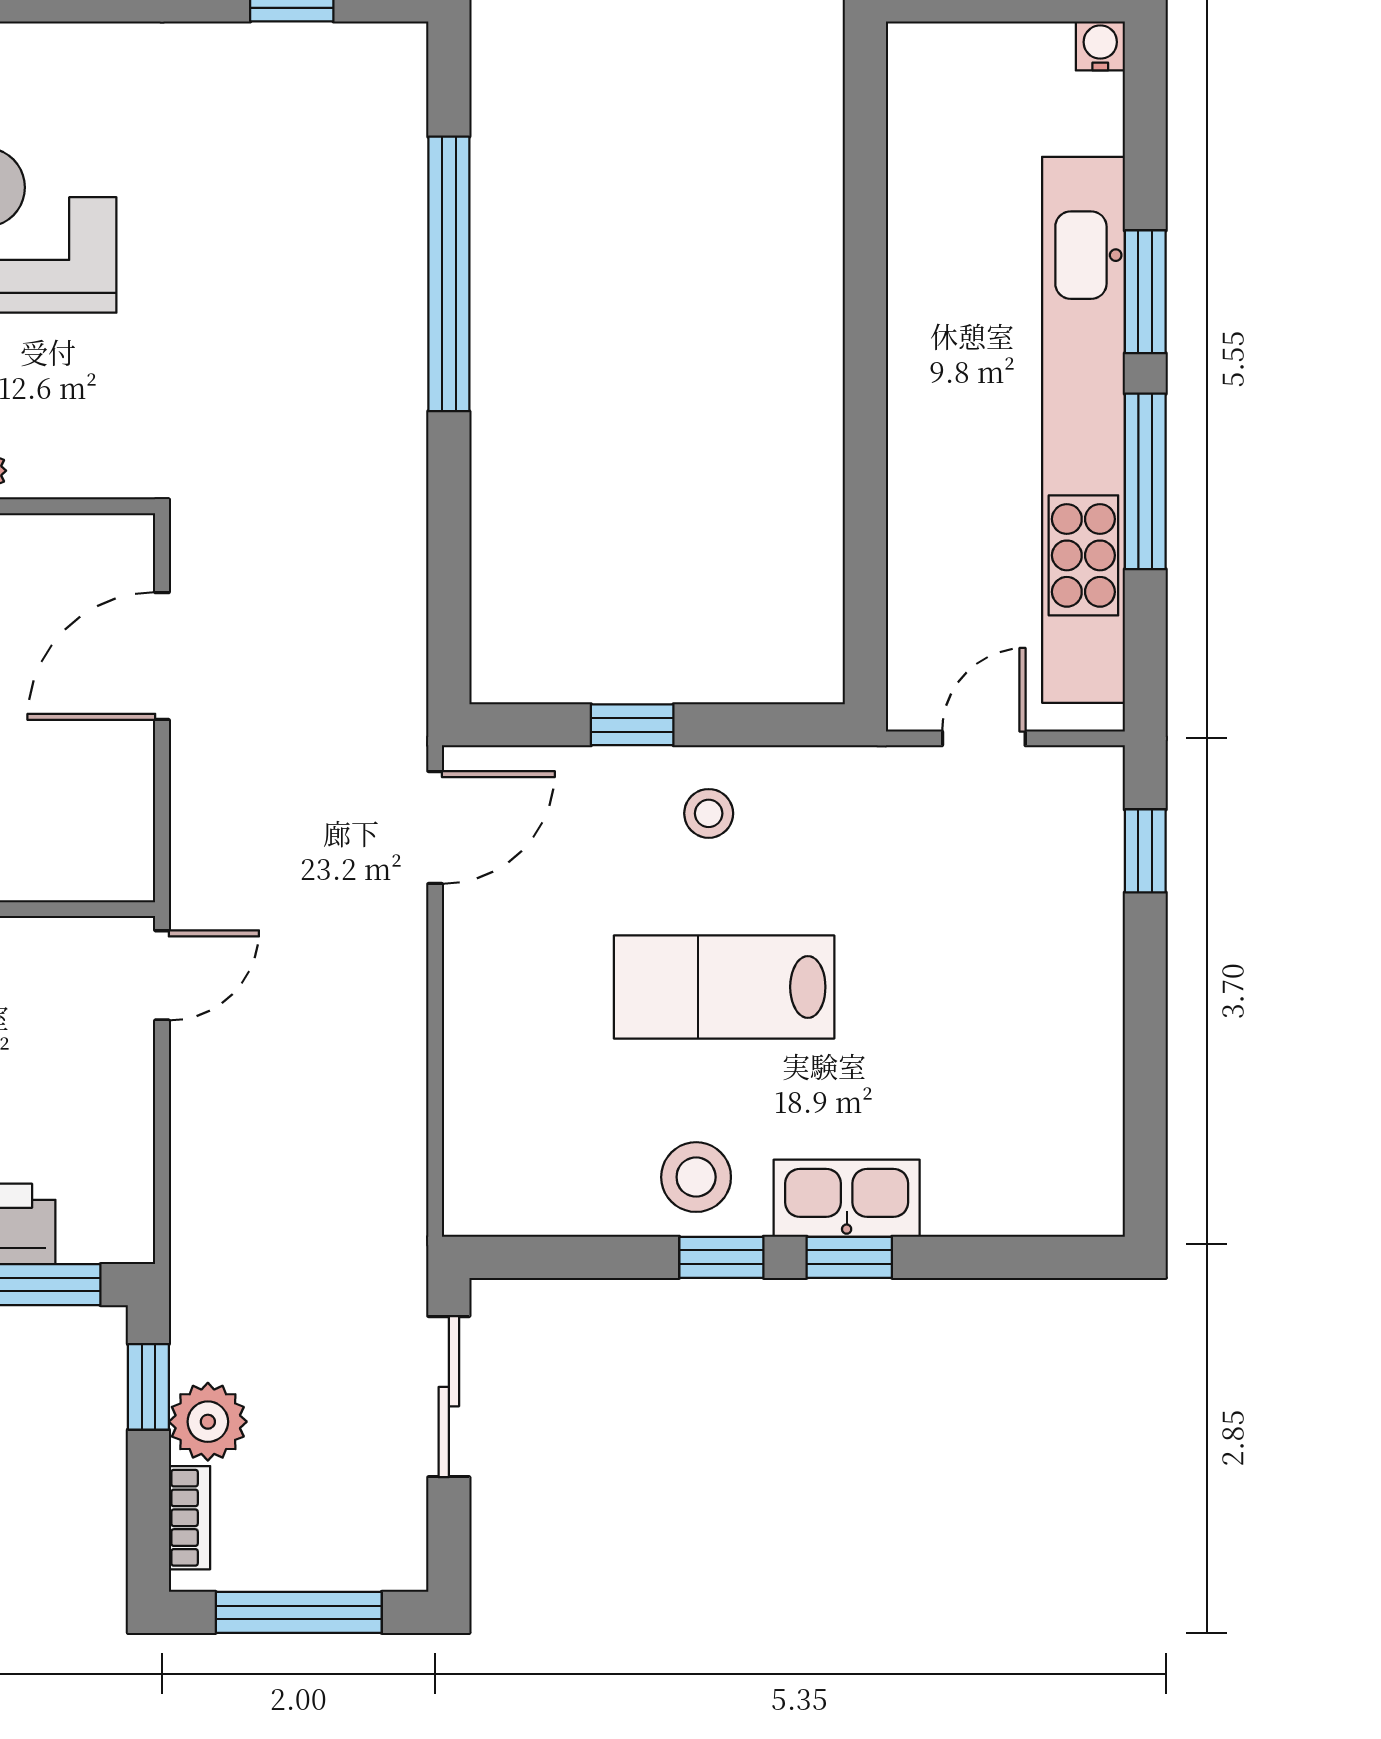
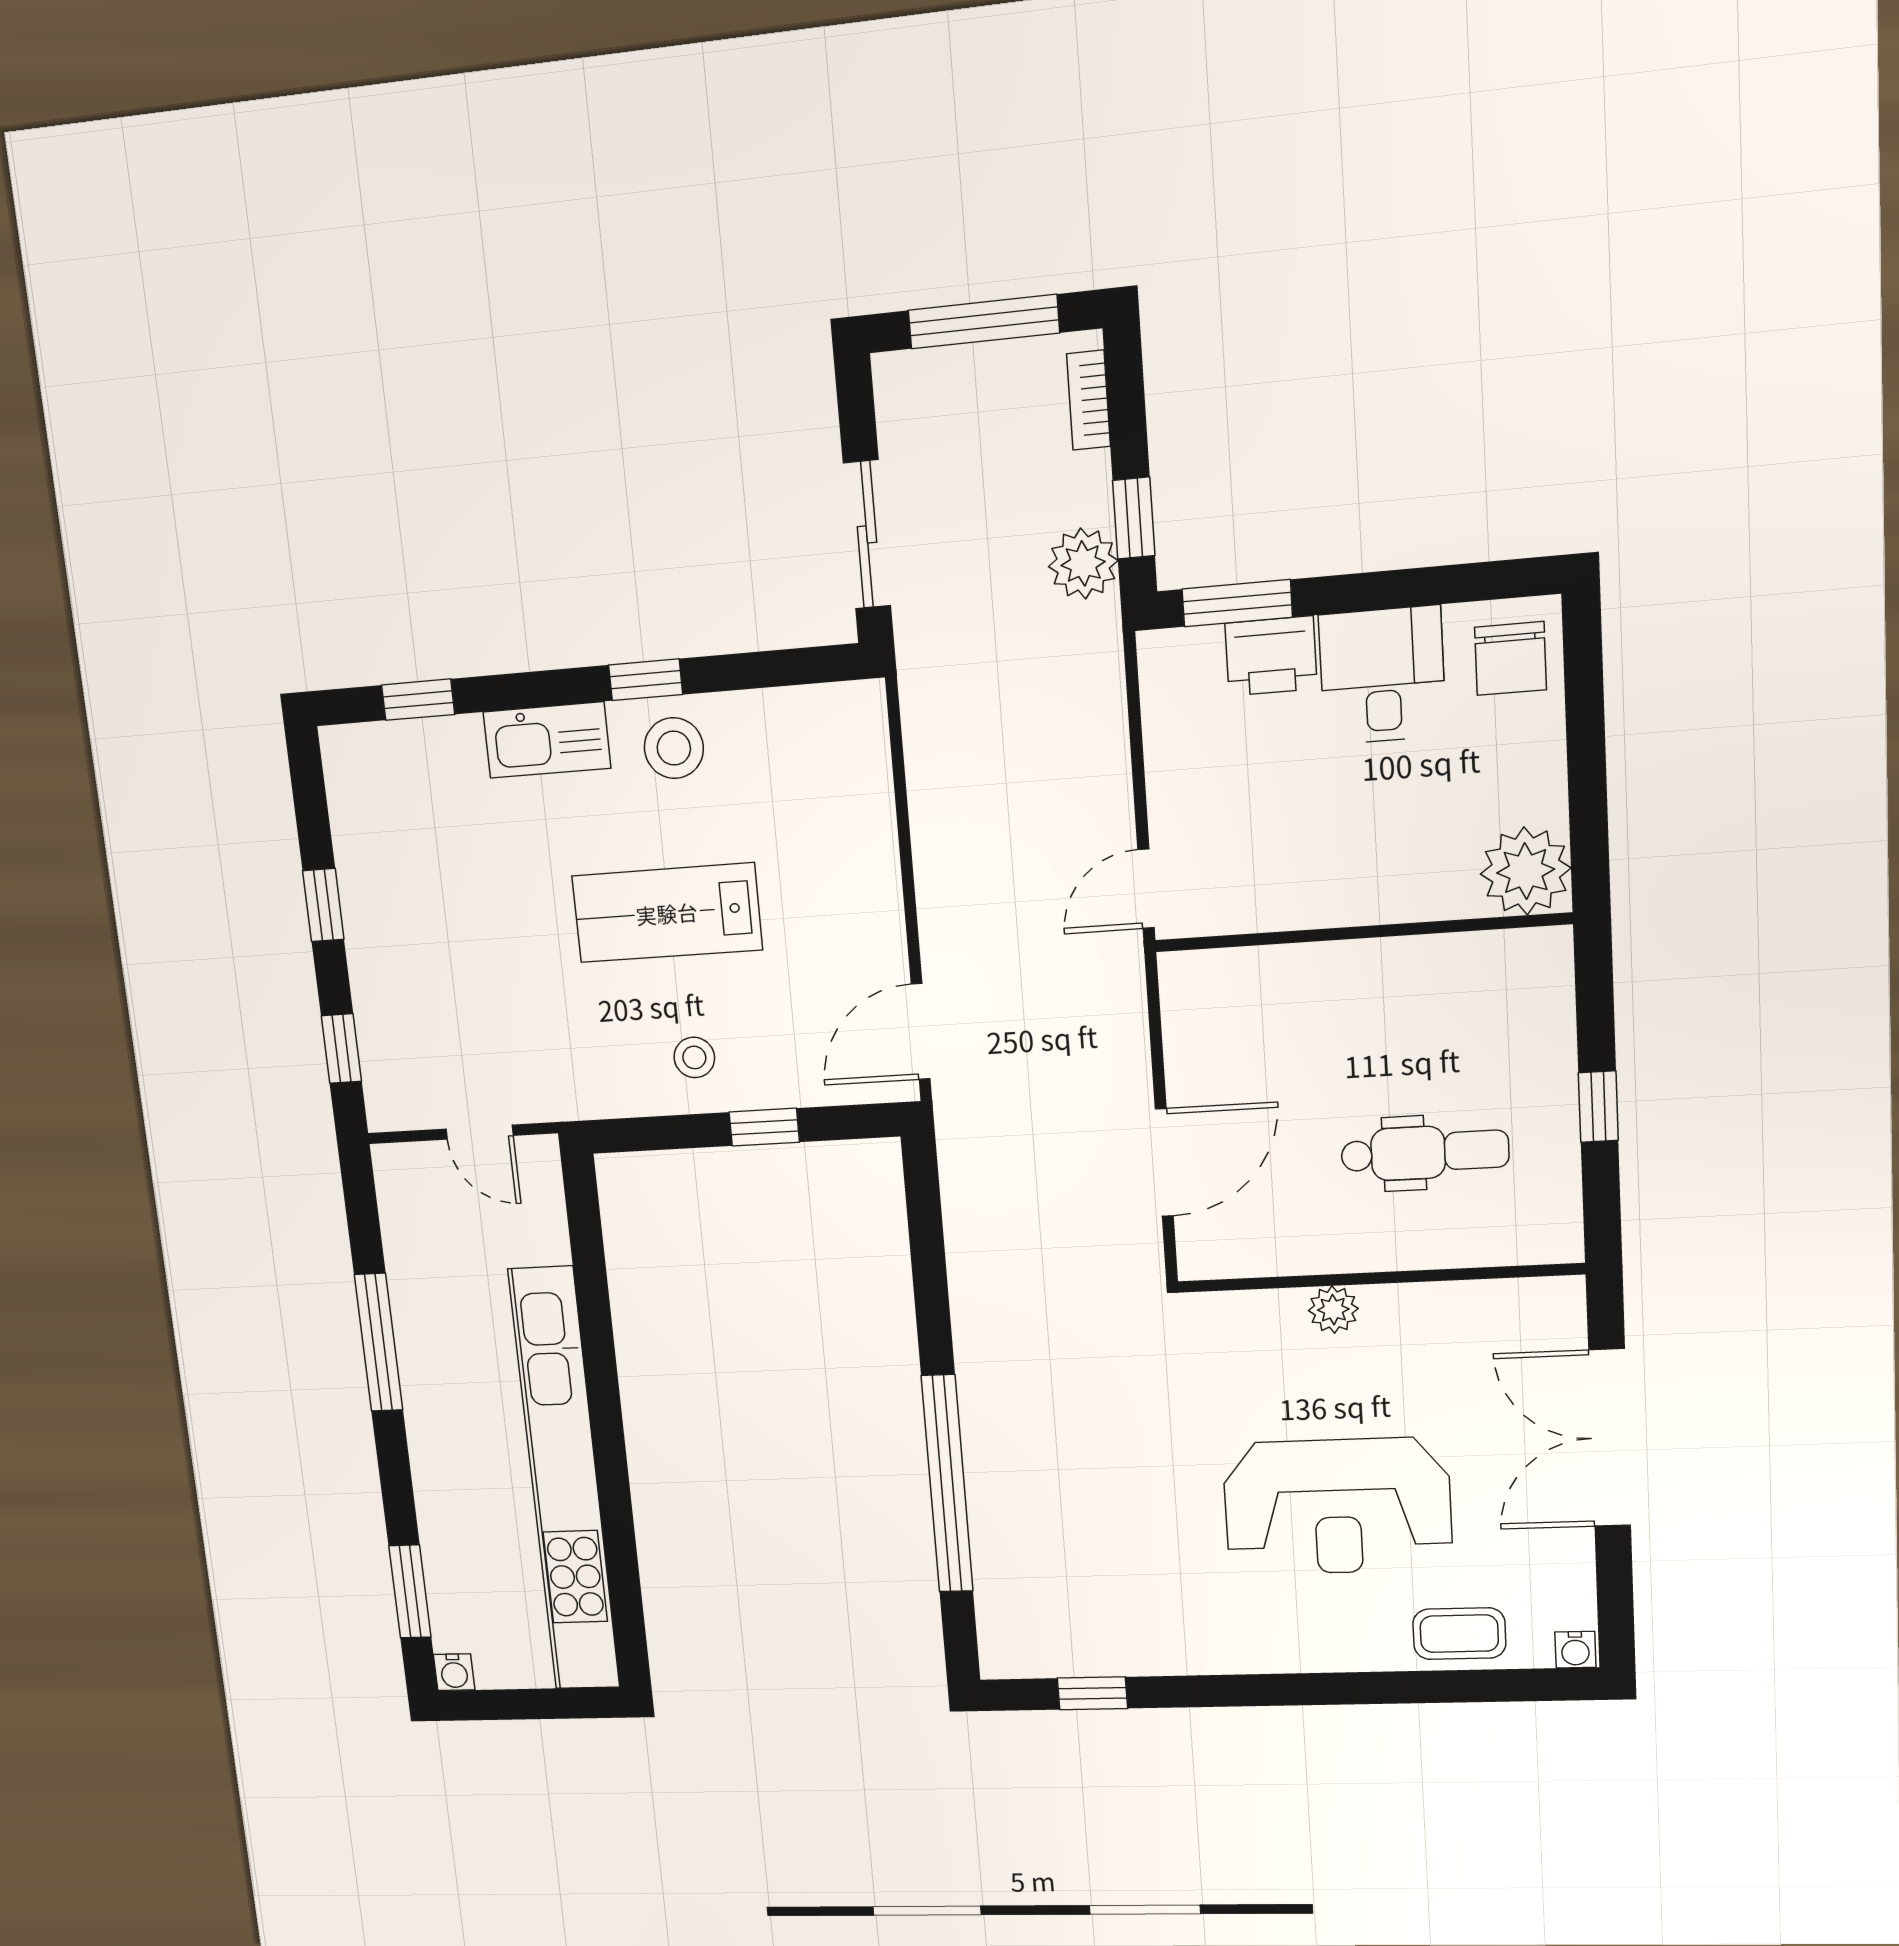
window: (1145, 292) -> (410, 1591), moved
kitchen unit: (1083, 430) -> (564, 1481), moved, turned 180
door: (984, 738) -> (480, 1132), hinge flipped
lab bench: (724, 987) -> (667, 913), turned 180
window: (1145, 1026) -> (323, 905), added
window: (849, 1257) -> (418, 700), moved
plant: (208, 1422) -> (1083, 563), moved

